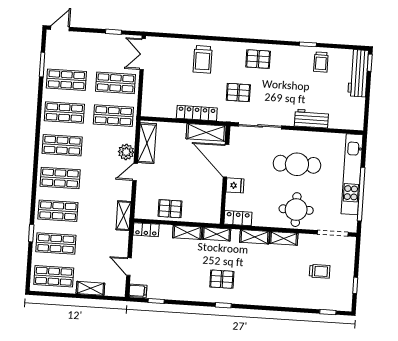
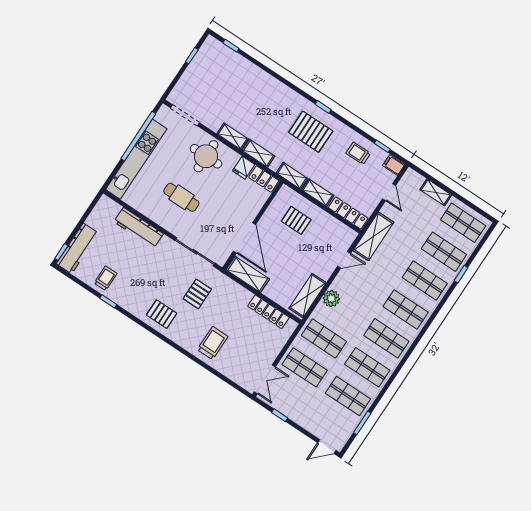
pallet: (238, 92) -> (197, 294), turned 90
locker: (197, 113) -> (269, 312), moved
workbench: (311, 119) -> (139, 228), width x1.38
cafe table: (297, 164) -> (181, 197), width x0.73, depth x0.74
door: (135, 172) -> (344, 260), moved
fridge: (235, 185) -> (244, 168), moved, turned -90
pallet: (170, 209) -> (296, 220), moved
shelving: (124, 216) -> (373, 236), width x1.50, depth x1.33
locker: (146, 230) -> (348, 213), width x1.53
trolley: (320, 271) -> (358, 153), moved
pallet: (222, 279) -> (311, 132), width x1.50, depth x1.42

